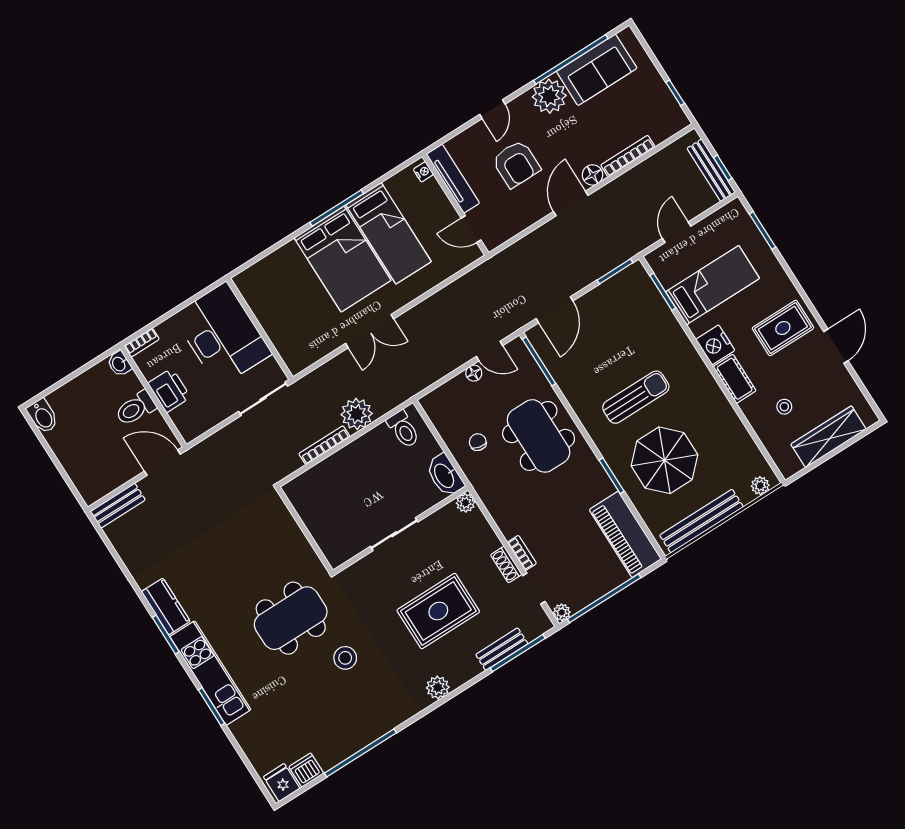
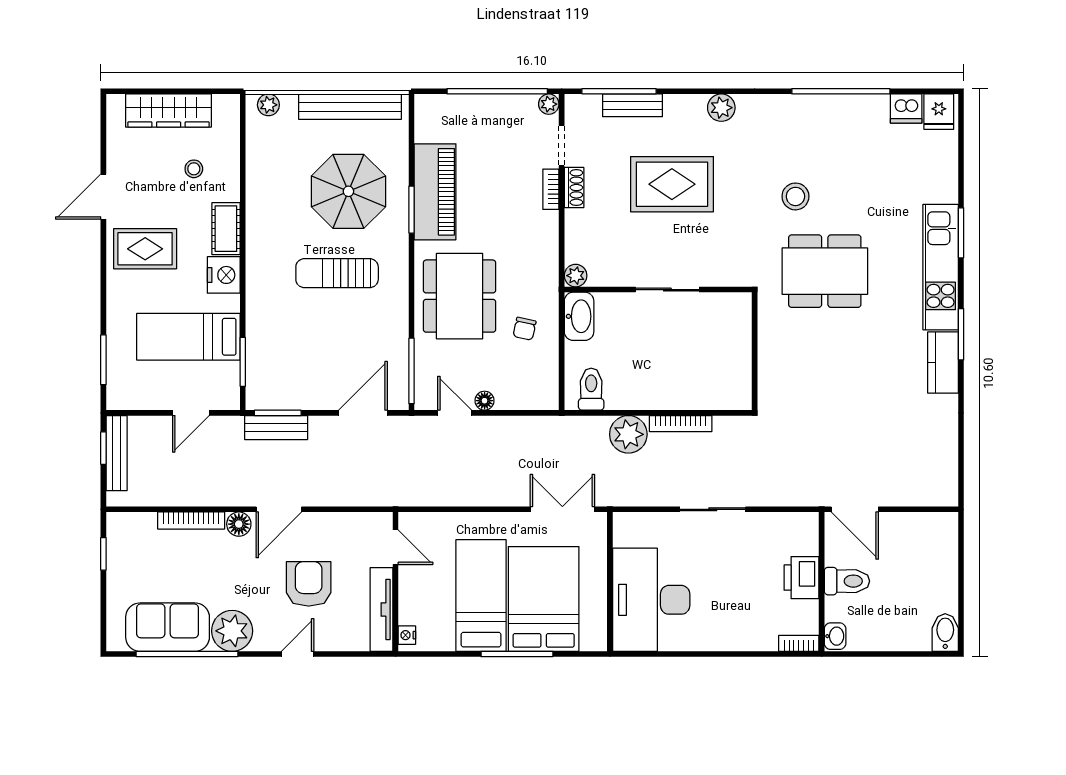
wall: (260, 329) -> (610, 582), moved
desk: (222, 335) -> (651, 600), moved
bench: (118, 506) -> (276, 428), moved
piano: (625, 534) -> (435, 192), moved

